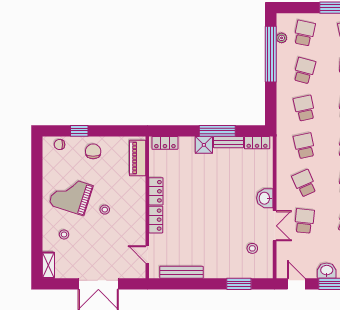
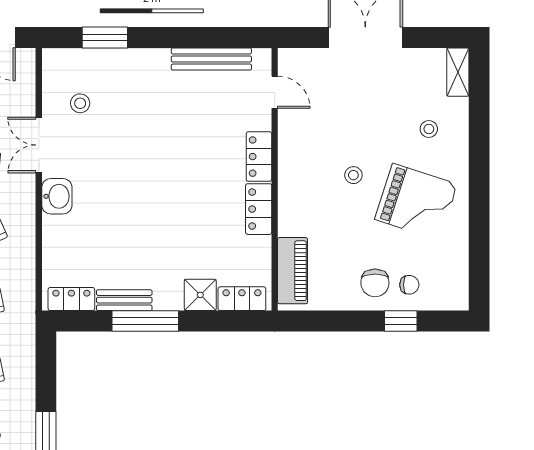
chair: (59, 145) -> (409, 285), moved
shower: (204, 145) -> (200, 295), moved

